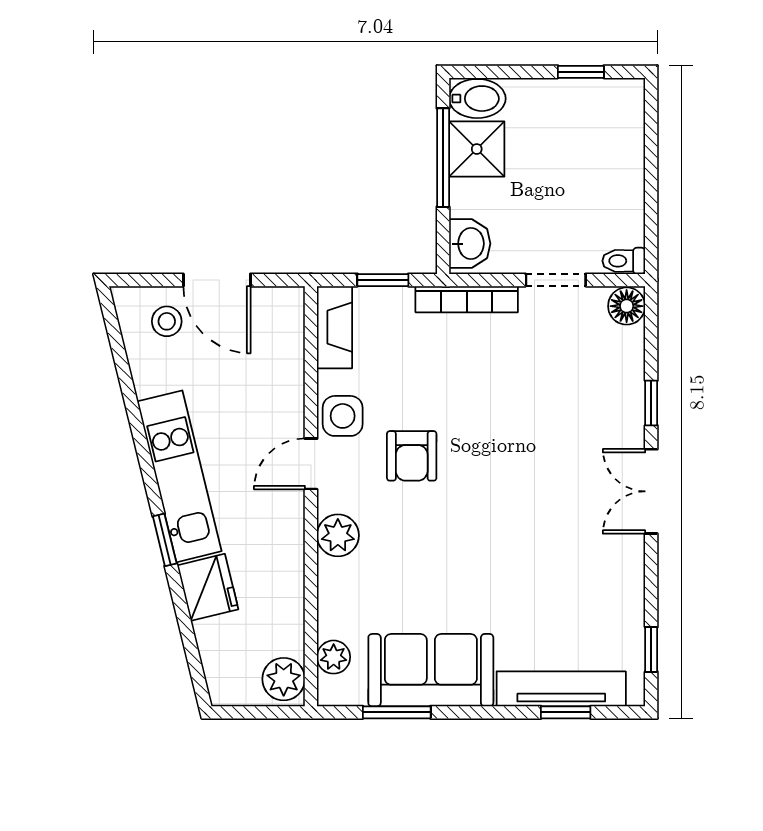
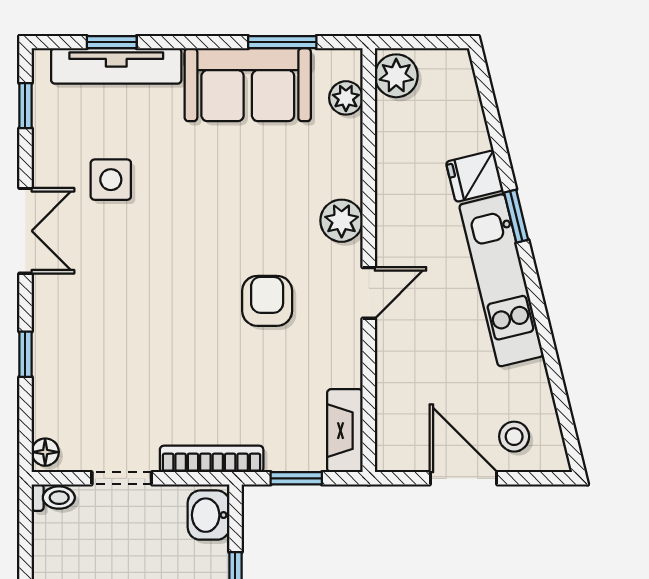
floor lamp: (627, 306) -> (45, 452), width x0.73, depth x0.73
side table: (343, 416) -> (111, 180), moved
double door: (651, 491) -> (25, 231), moved
fridge: (208, 587) -> (475, 176), width x0.72

